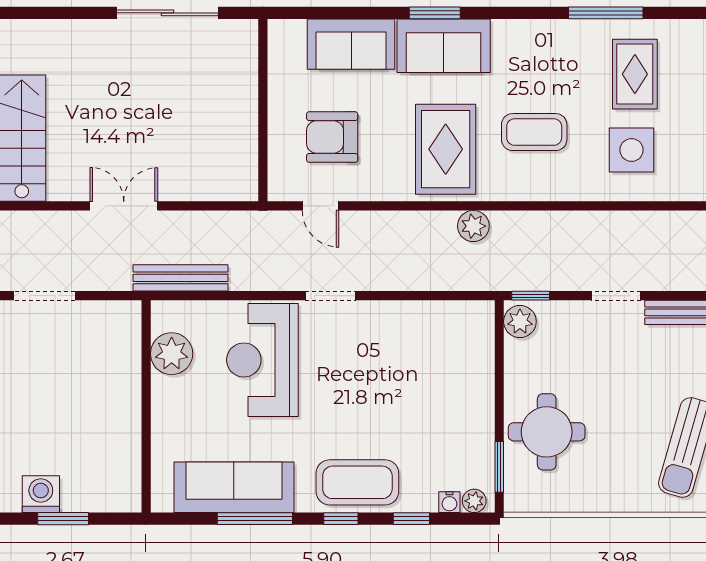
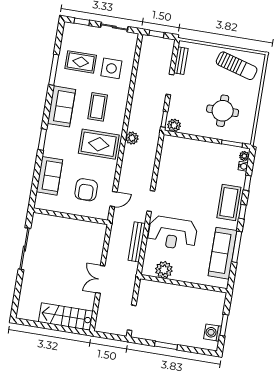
sofa: (444, 46) -> (61, 106), moved
bench: (181, 278) -> (137, 242), moved
round table: (547, 432) -> (223, 111), moved

